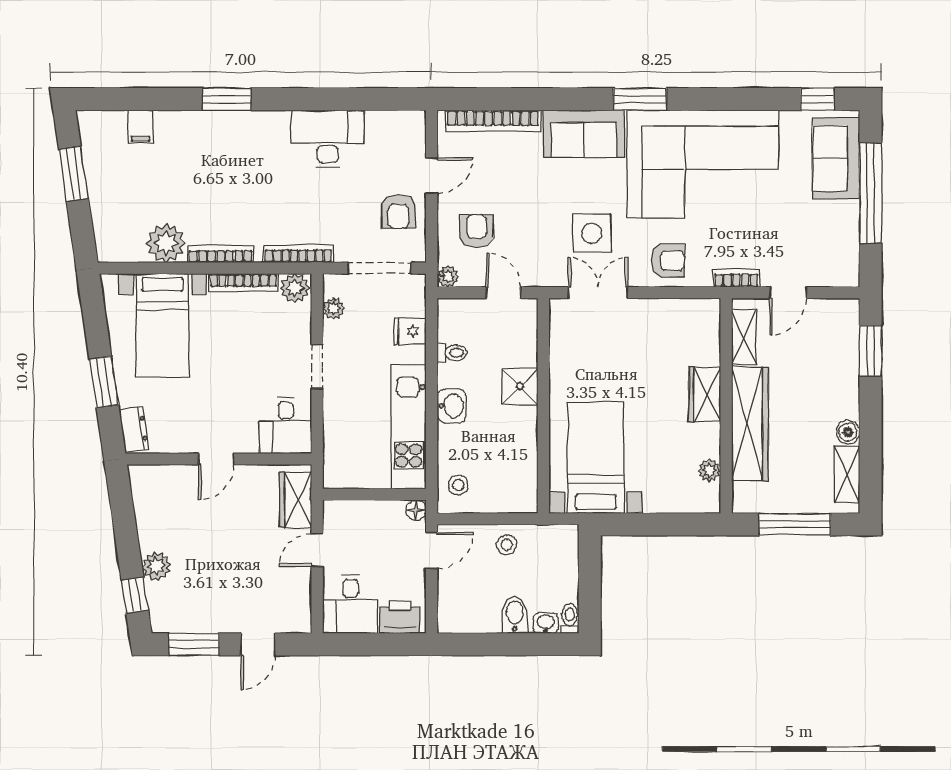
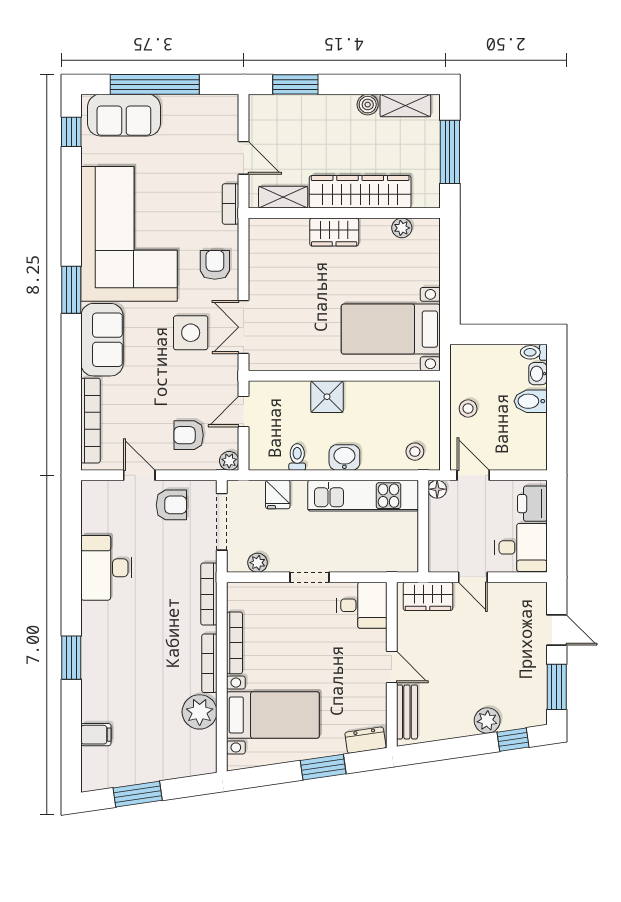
plant: (295, 288) -> (239, 597), removed
bench: (166, 476) -> (407, 712), added

